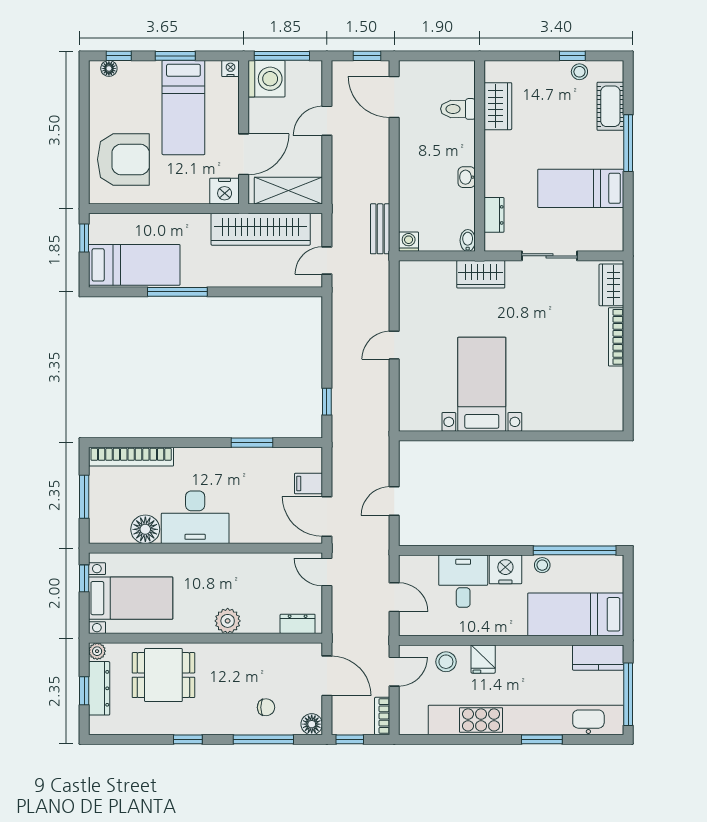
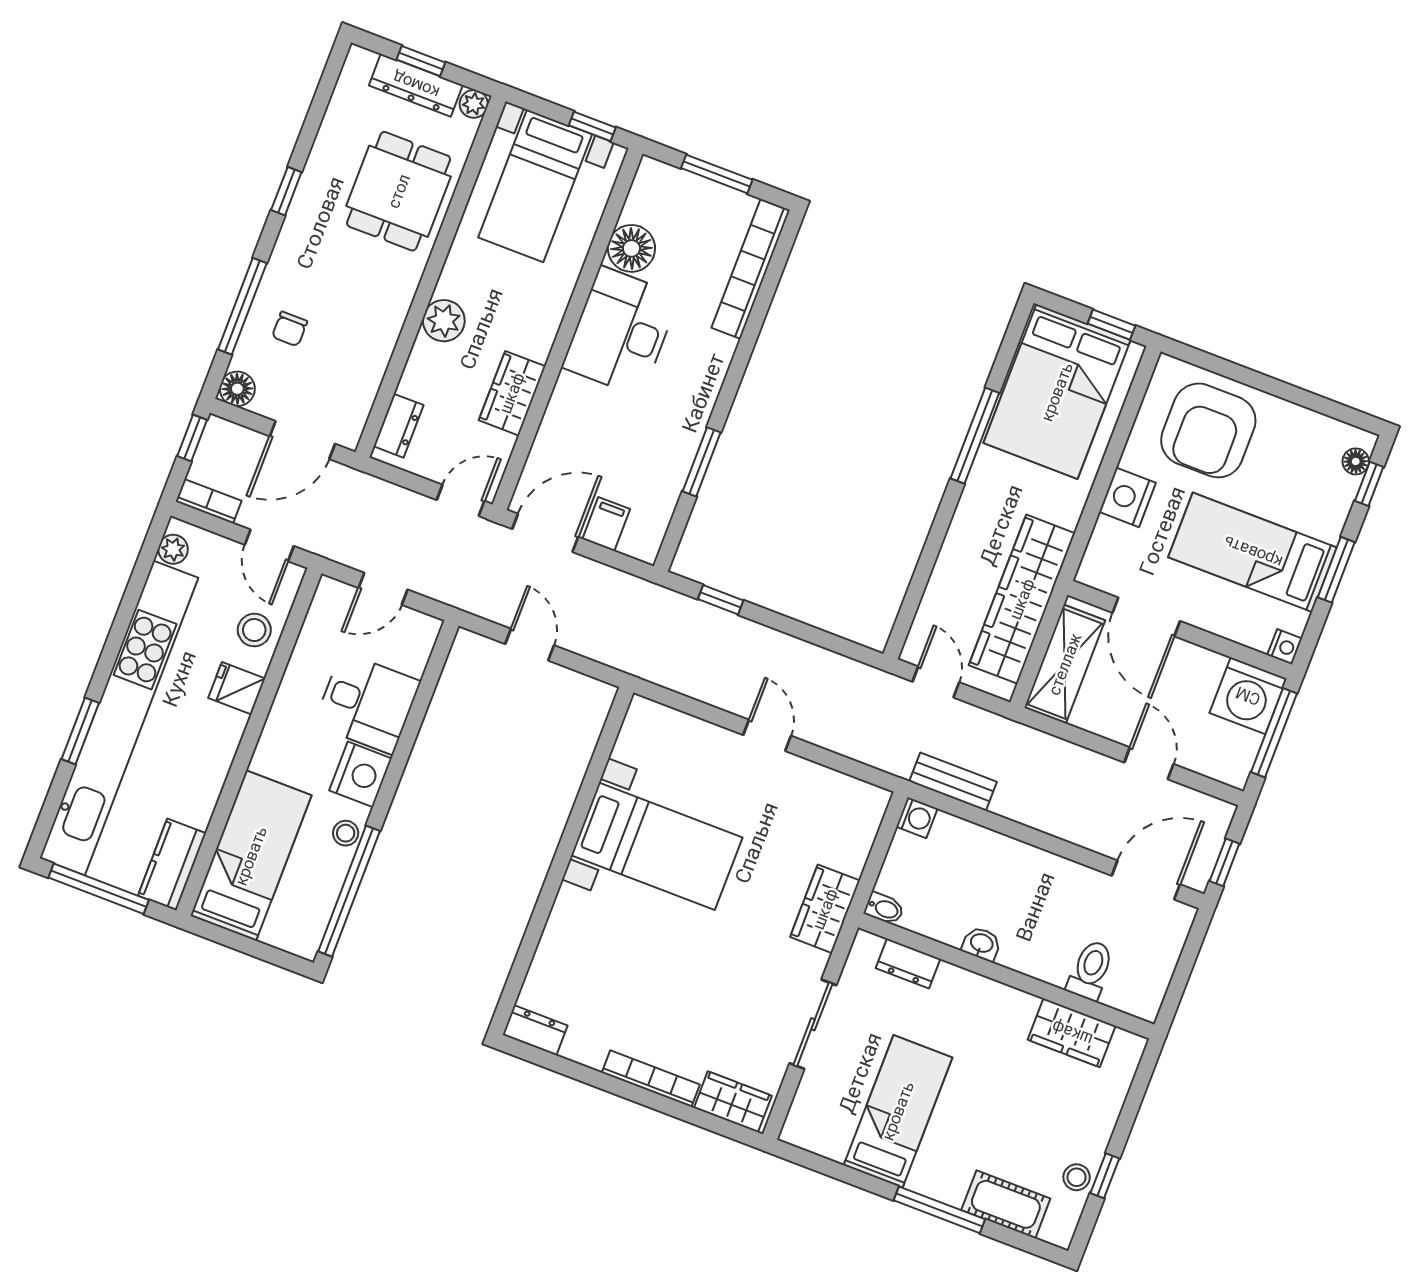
nightstand: (225, 191) -> (1127, 497), moved
bed: (134, 265) -> (1057, 392), width x1.50
dresser: (614, 414) -> (535, 1030), added
wardrobe: (254, 566) -> (512, 393), added
plant: (418, 726) -> (173, 549), added

